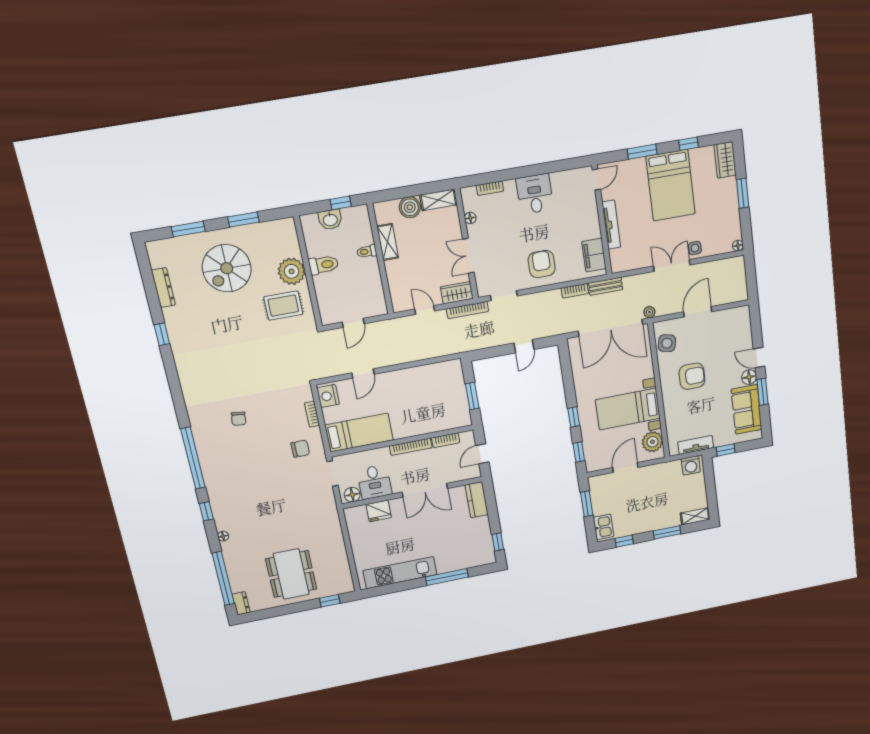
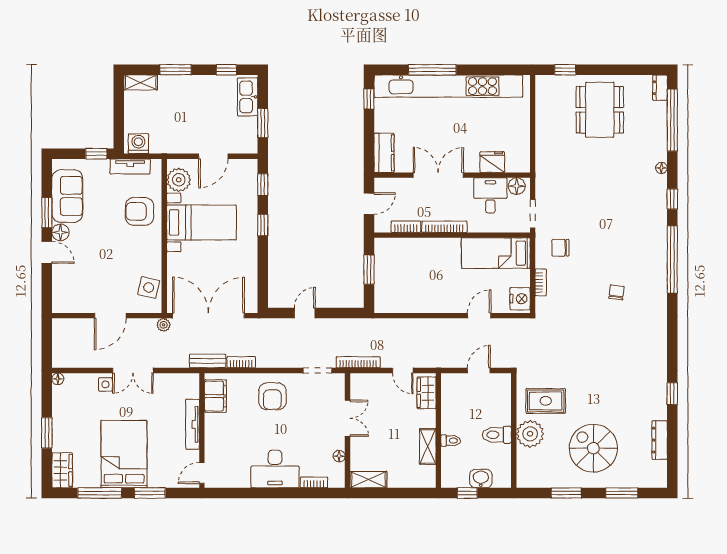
window: (688, 144) -> (100, 493), width x2.17
desk: (535, 194) -> (275, 469), width x1.37
boiler: (410, 207) -> (399, 477), removed
spiral stairs: (227, 268) -> (593, 448), turned -90
wardrobe: (457, 293) -> (427, 393), moved, turned 90
armchair: (692, 376) -> (140, 211), moved
kitchen sink: (603, 527) -> (248, 97), width x1.38
kitchen unit: (400, 573) -> (448, 86), width x1.86

